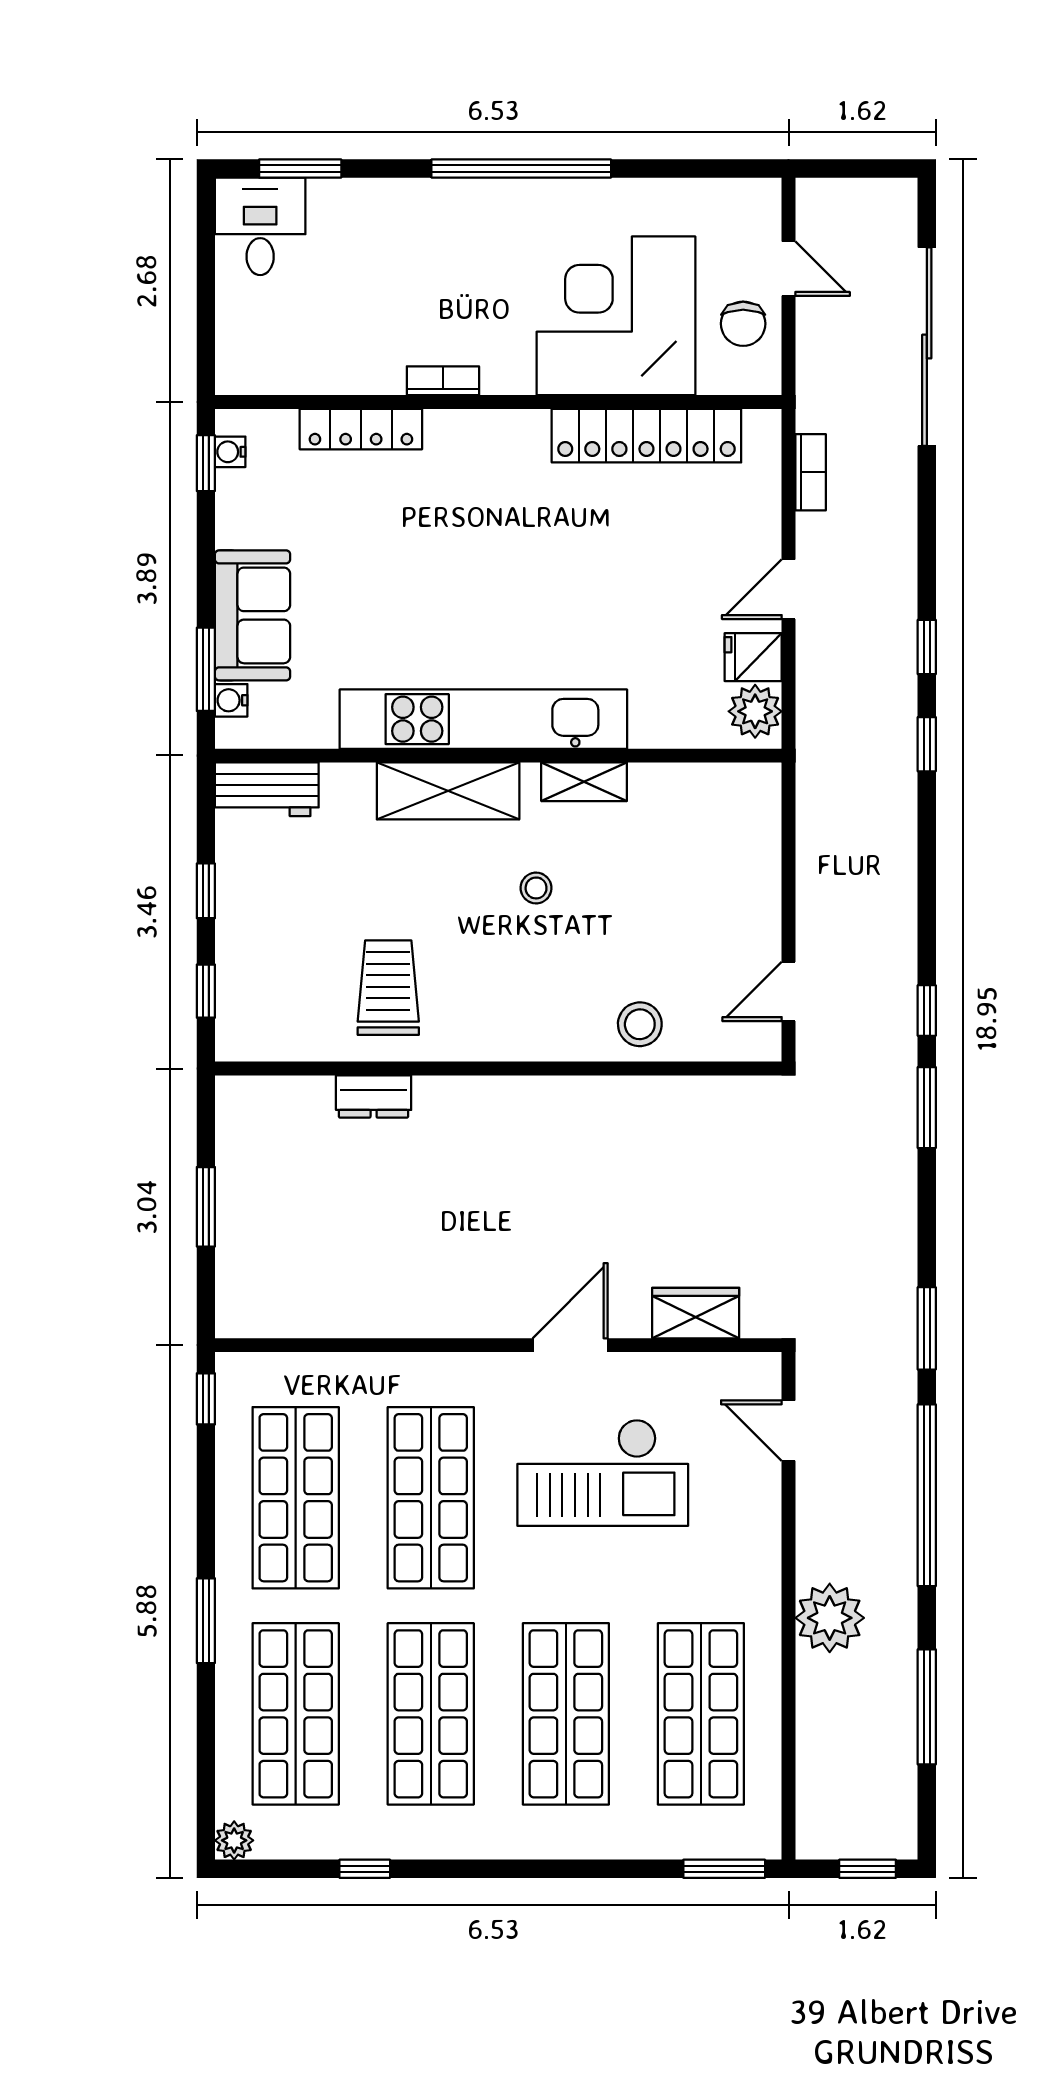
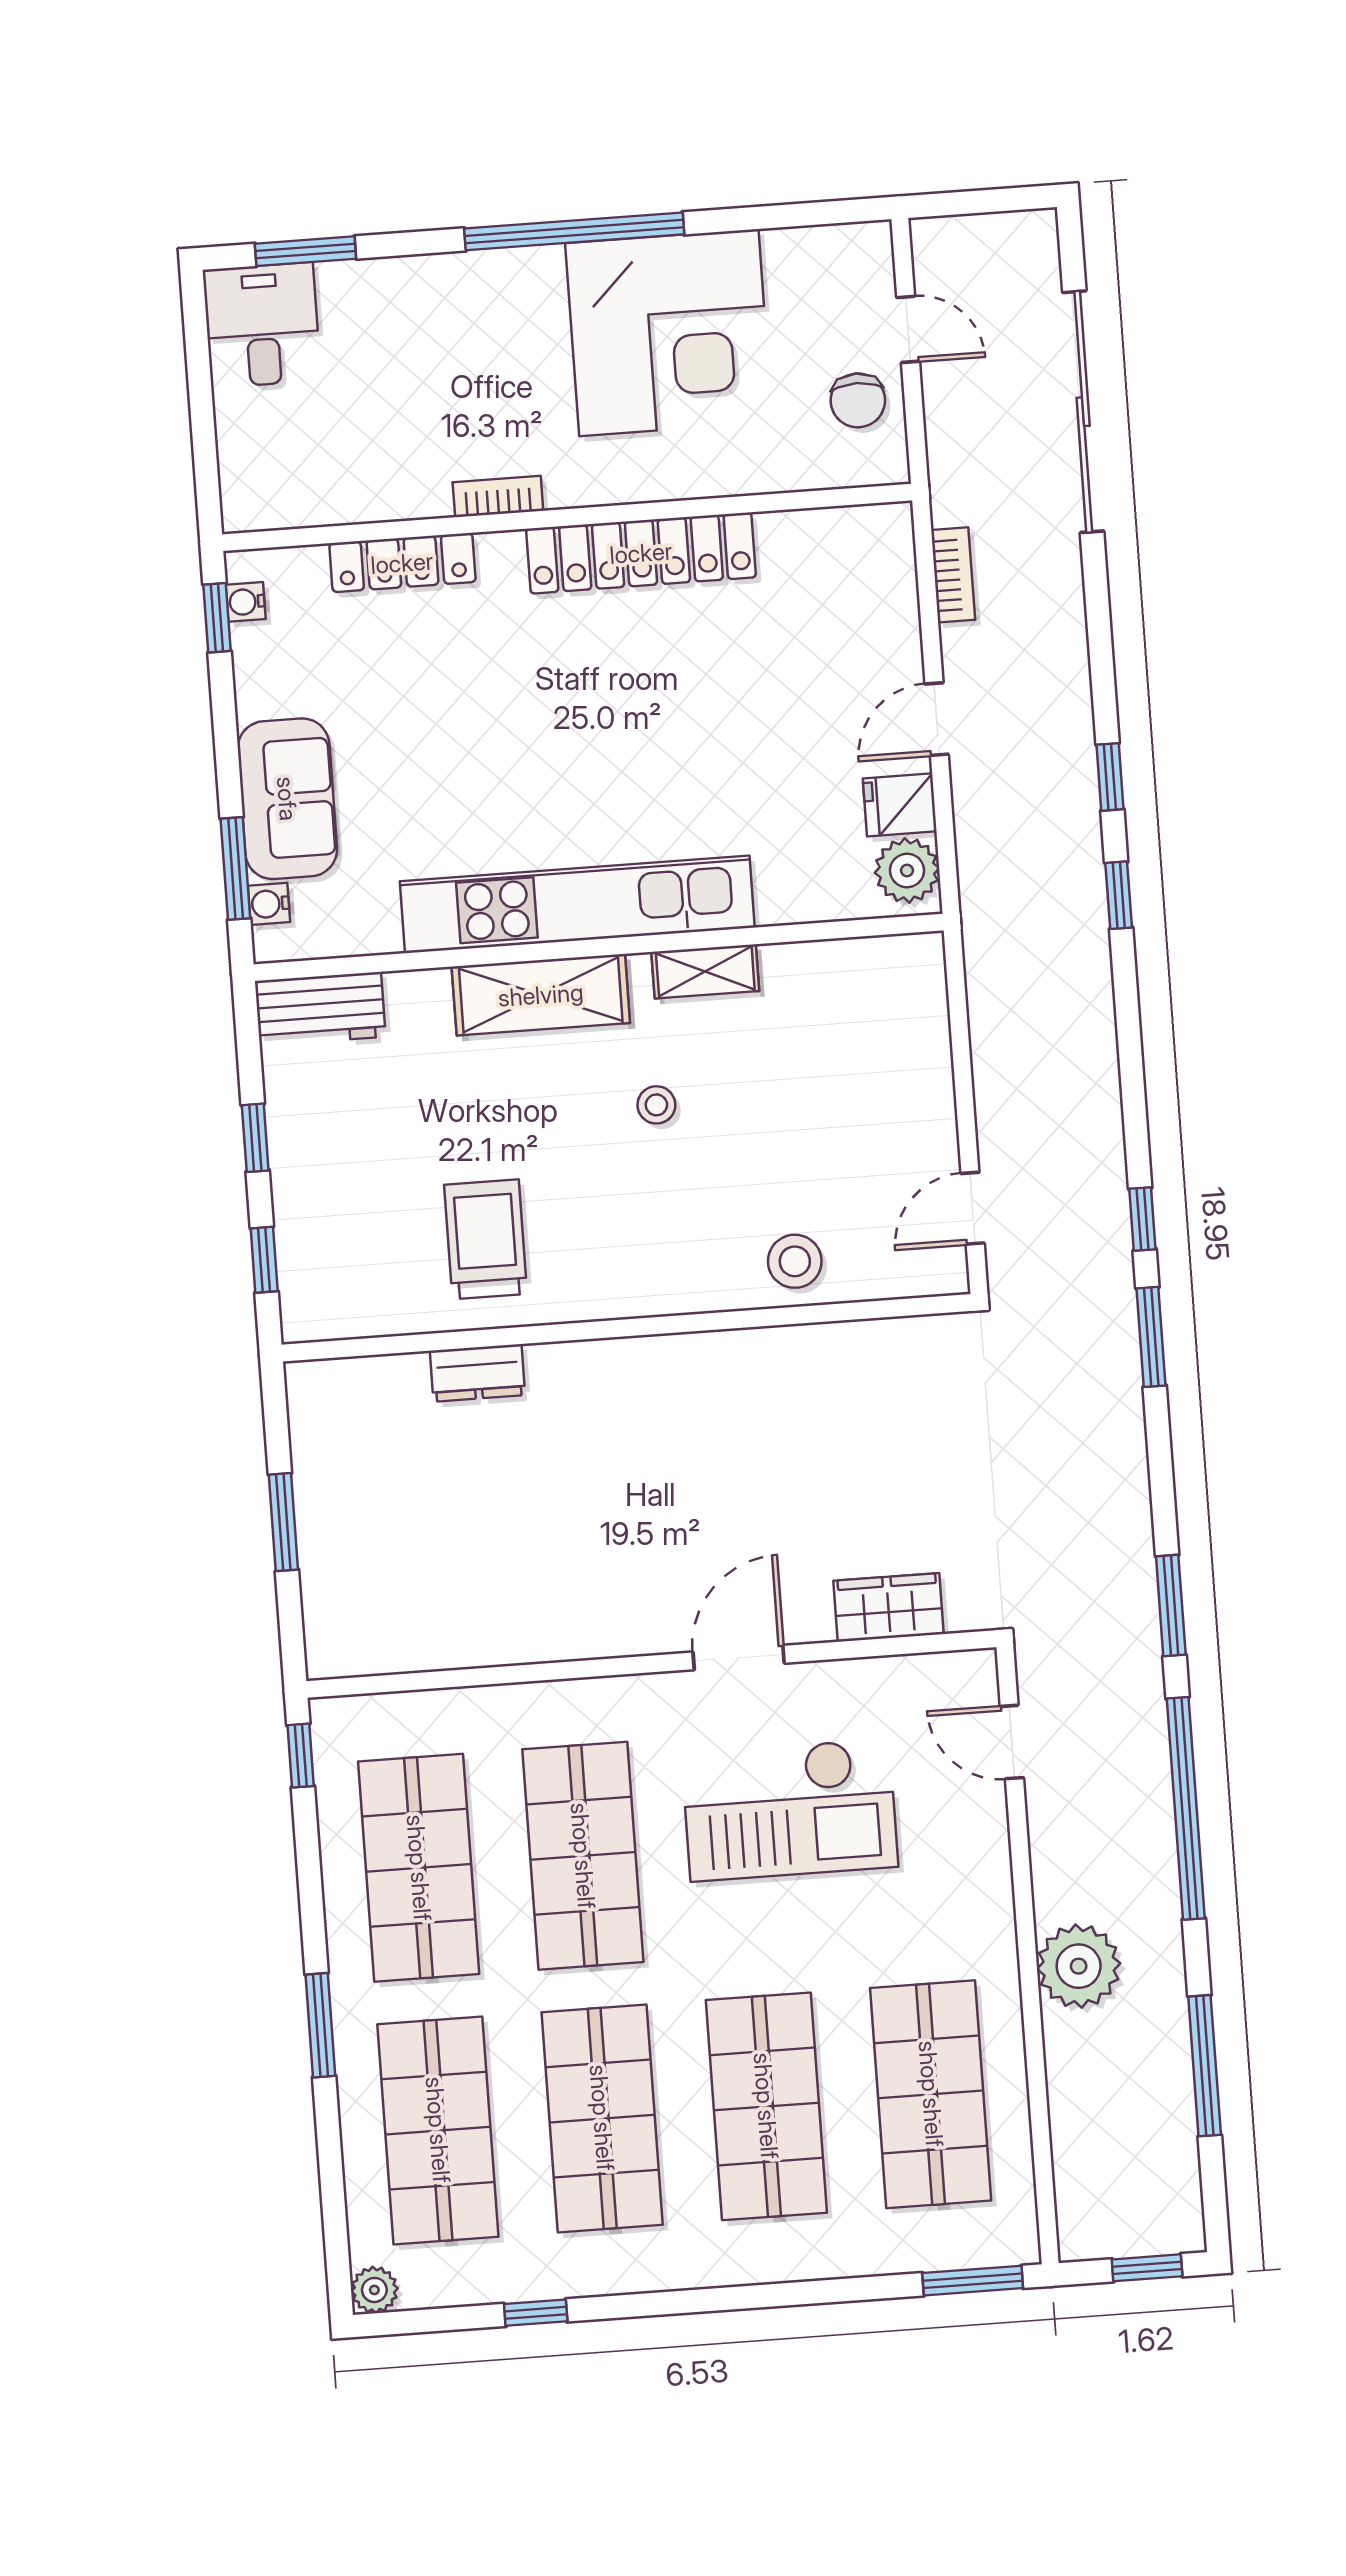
corner desk: (616, 316) -> (669, 333), moved, turned 180
locker: (646, 436) -> (641, 553), moved

